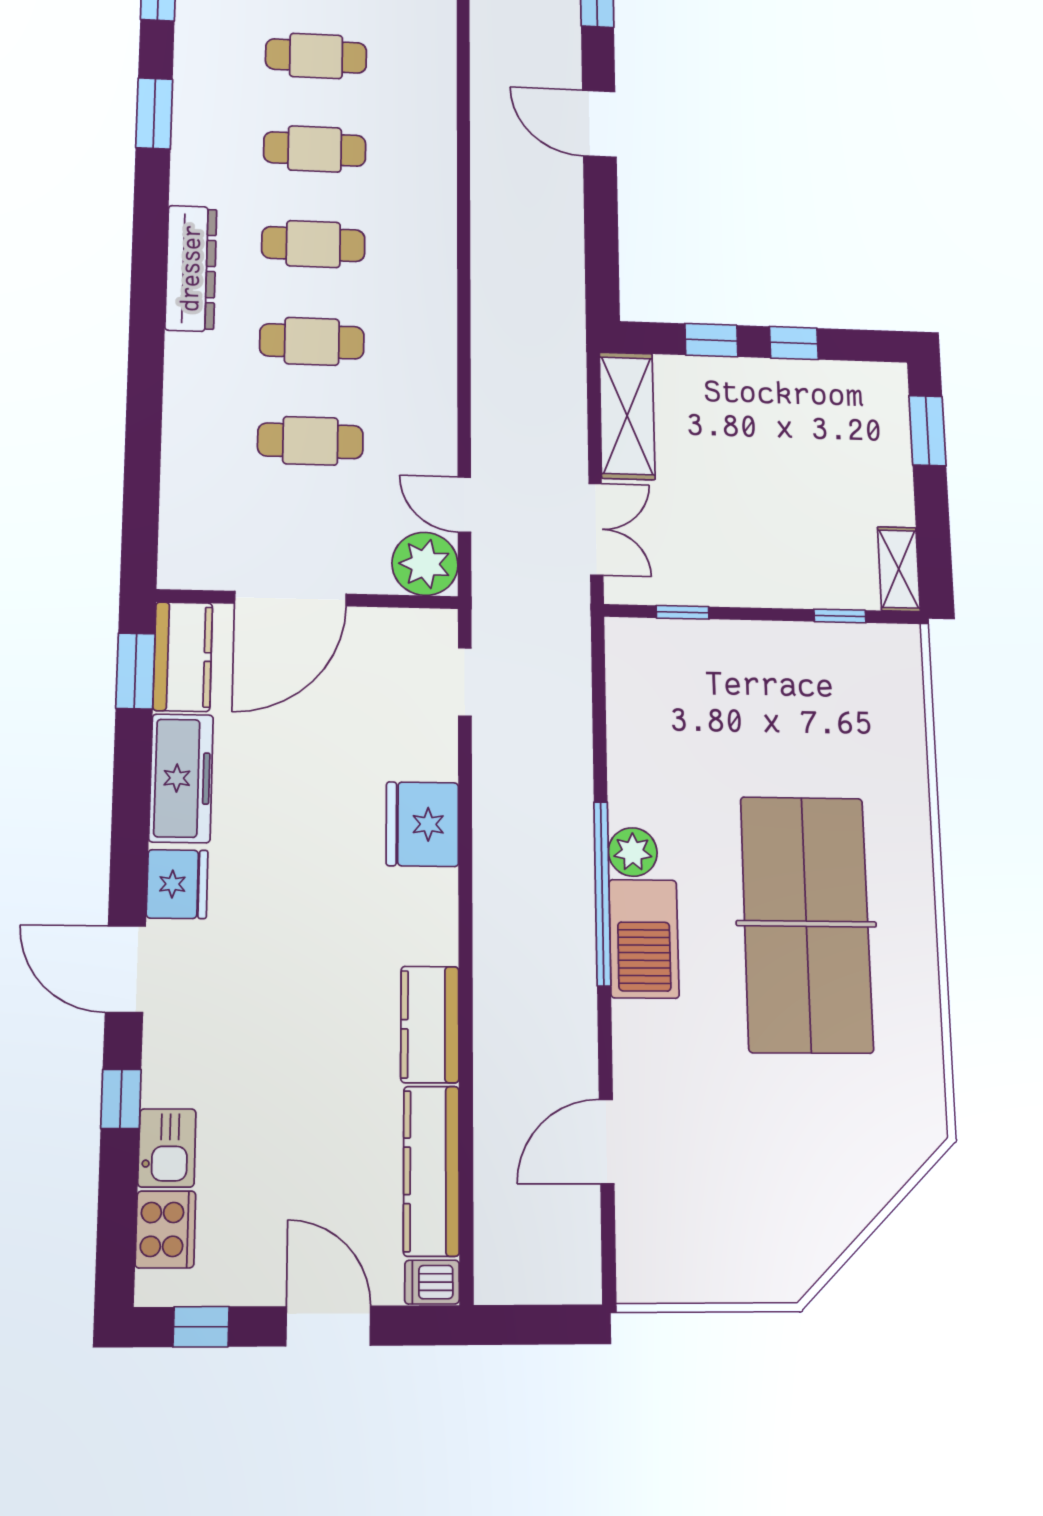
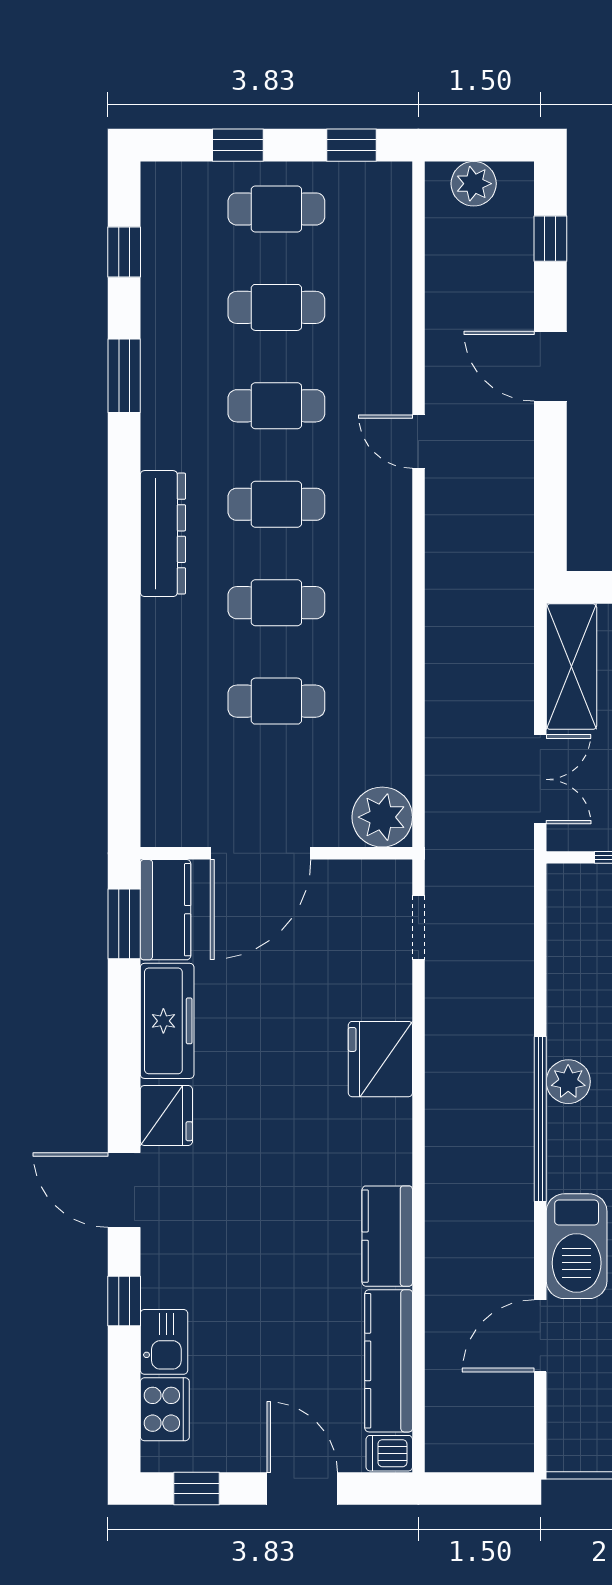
door: (464, 505) -> (418, 442), moved
barbecue: (644, 939) -> (577, 1246), moved

